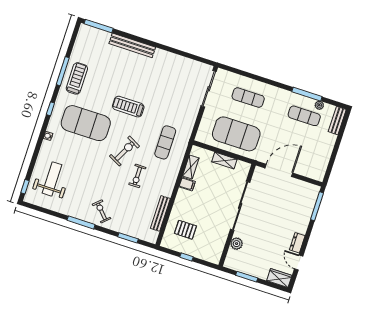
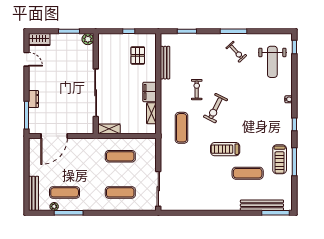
bench: (132, 45) -> (262, 205), moved
treadmill: (128, 107) -> (225, 149), turned 180
bench: (337, 121) -> (34, 193), width x1.36
exercise mat: (86, 123) -> (248, 173), moved, width x0.50, depth x0.69
exercise mat: (236, 134) -> (120, 156), width x0.50, depth x0.69
shelving: (224, 161) -> (109, 129), moved
door: (279, 170) -> (54, 136), moved
filing cabinet: (187, 184) -> (150, 92), width x2.00
exercise bike: (102, 211) -> (236, 52), moved
pallet: (185, 230) -> (138, 55), turned 90
dresser: (297, 243) -> (34, 99), moved
plant: (237, 244) -> (88, 39), moved

